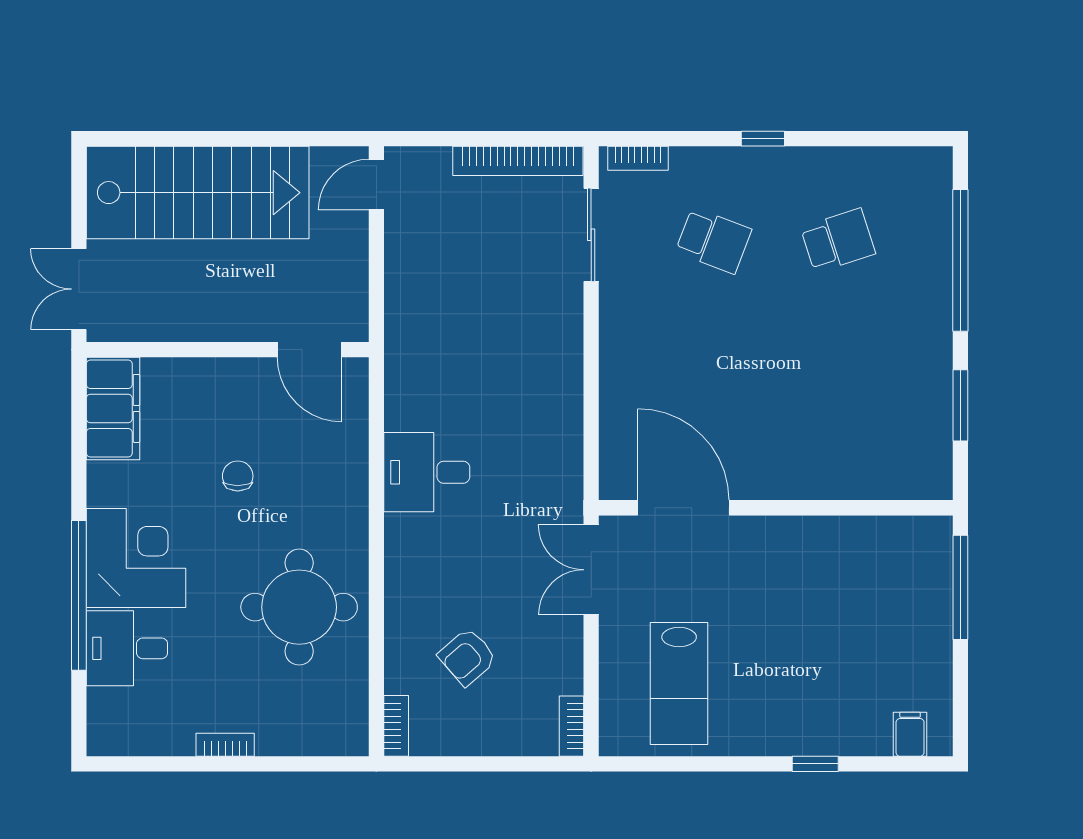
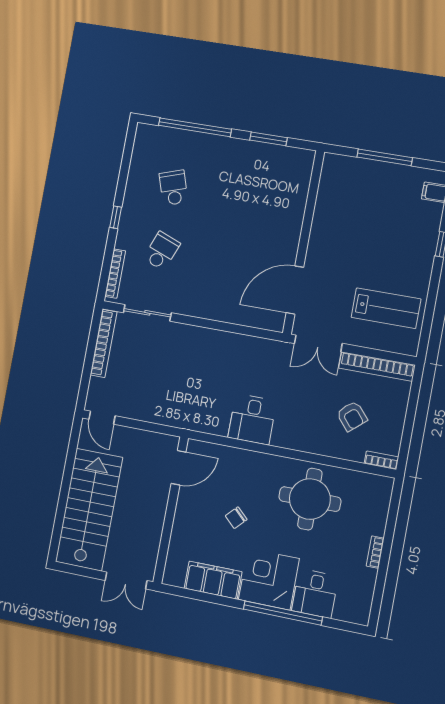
bookcase: (638, 158) -> (115, 274), width x1.56
filing cabinet: (113, 408) -> (213, 580), moved
chair: (238, 476) -> (236, 518), turned -46
window: (960, 587) -> (385, 157), moved
bookcase: (571, 726) -> (377, 367), width x2.31, depth x1.31

